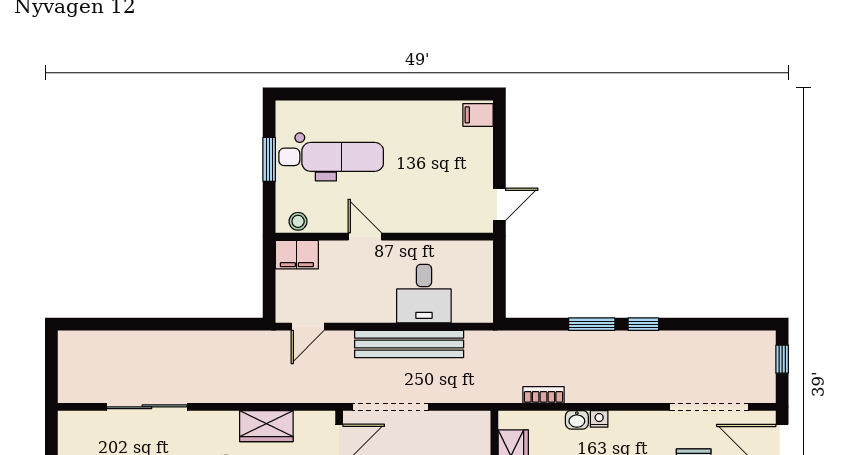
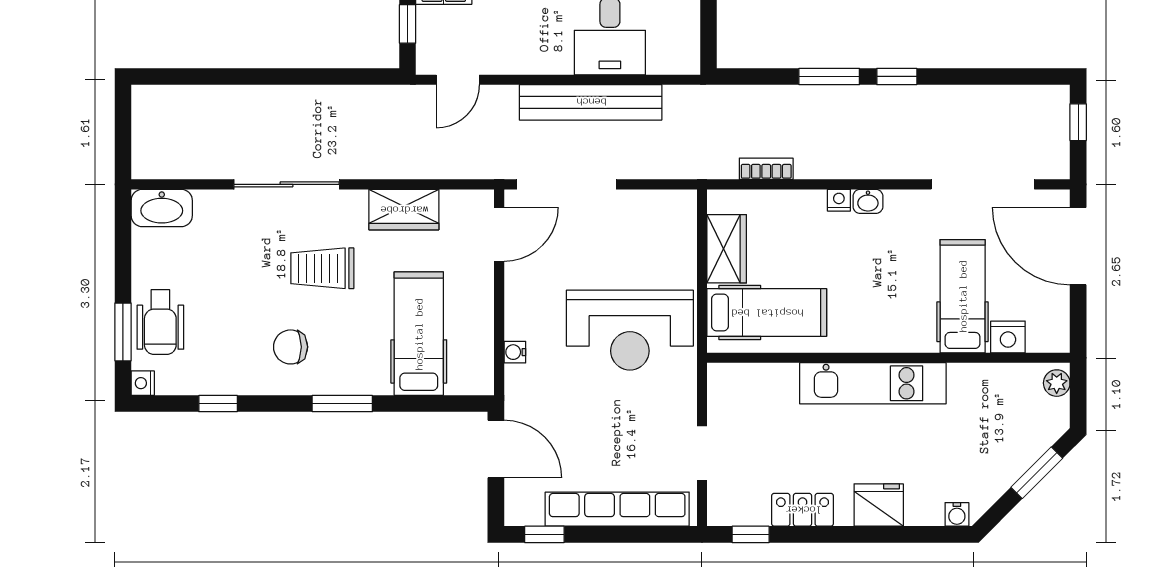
window: (269, 284) -> (408, 24), added
sliding door: (147, 407) -> (287, 184), moved
washbasin: (577, 420) -> (868, 201), moved
washbasin: (81, 425) -> (162, 208), added

